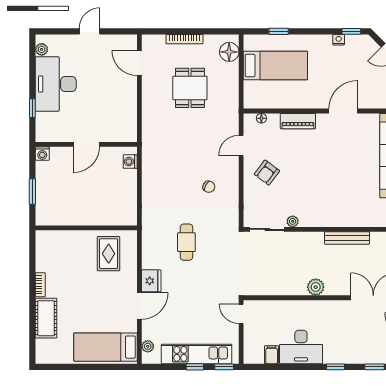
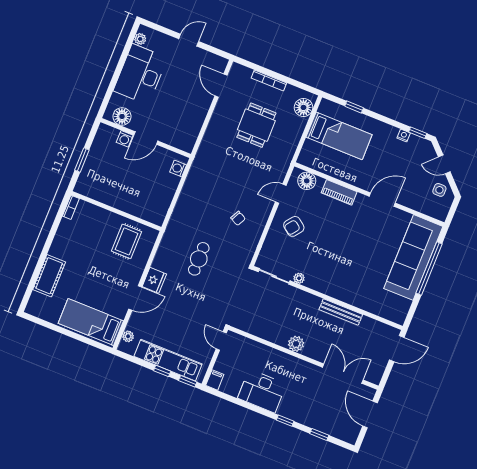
window: (32, 108) -> (111, 87), removed
floor lamp: (261, 118) -> (307, 181), width x1.89, depth x1.89
floor lamp: (54, 133) -> (122, 116), added
washing machine: (42, 154) -> (125, 139), moved
bookcase: (40, 285) -> (71, 207), moved
filing cabinet: (272, 355) -> (215, 380), moved

